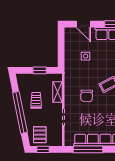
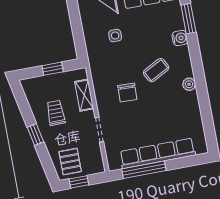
window: (20, 112) -> (35, 135), width x0.32

